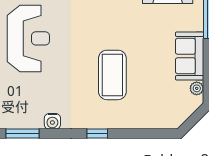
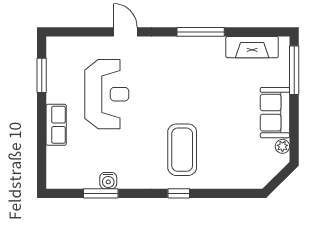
coffee table: (112, 75) -> (182, 150), moved
water cooler: (52, 121) -> (108, 181), moved

